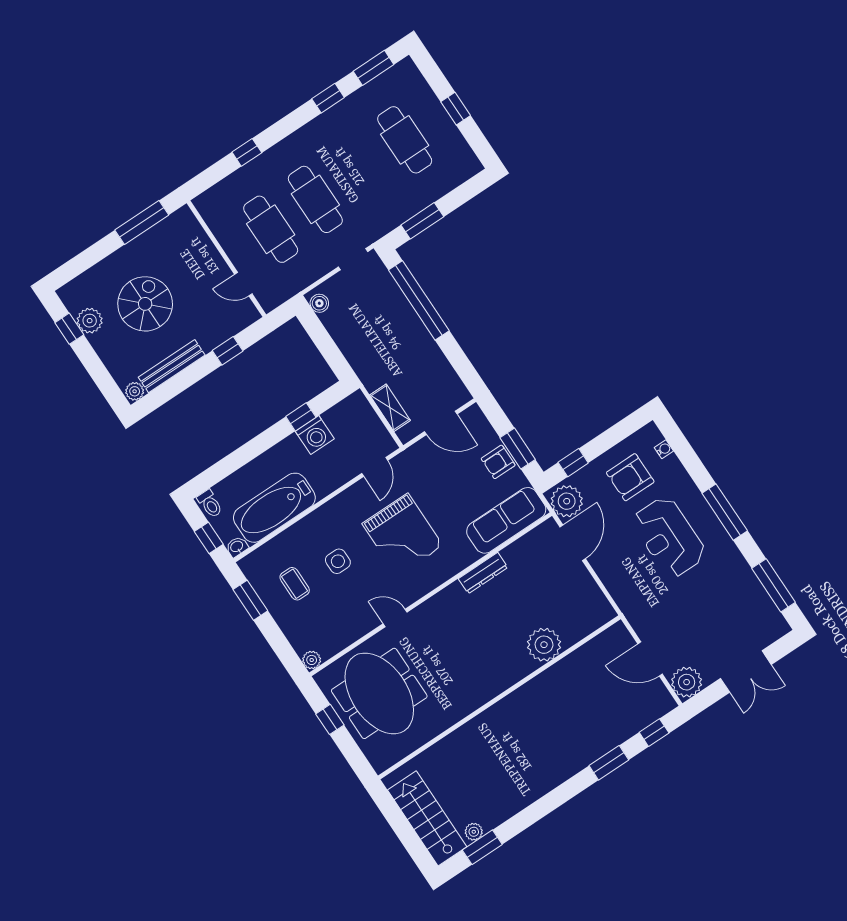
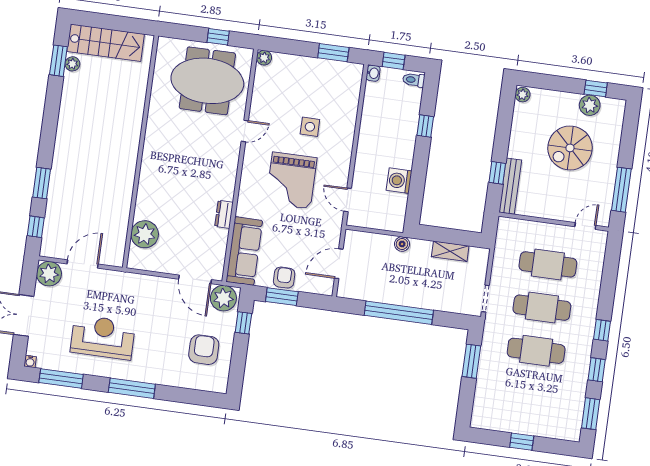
cafe table: (405, 140) -> (536, 351), moved
window: (247, 152) -> (602, 330), moved
door: (243, 284) -> (585, 226), moved
window: (419, 300) -> (399, 313), moved
boiler: (319, 303) -> (402, 244), moved
spiral stairs: (145, 304) -> (570, 148), turned 90
bench: (172, 366) -> (510, 186), moved
shelving: (390, 408) -> (450, 251), moved
window: (301, 417) -> (425, 126), moved
water cooler: (664, 449) -> (30, 361), moved
bathtub: (274, 508) -> (377, 117), removed
grand piano: (403, 535) -> (291, 180), turned -90
reception desk: (669, 537) -> (103, 337), moved
dresser: (483, 573) -> (224, 214), width x0.70
coffee table: (295, 584) -> (320, 88), removed
plant: (544, 645) -> (145, 234), moved

